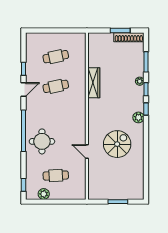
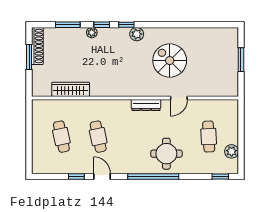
wardrobe: (94, 83) -> (71, 89), moved
dresser: (81, 125) -> (146, 105), added

